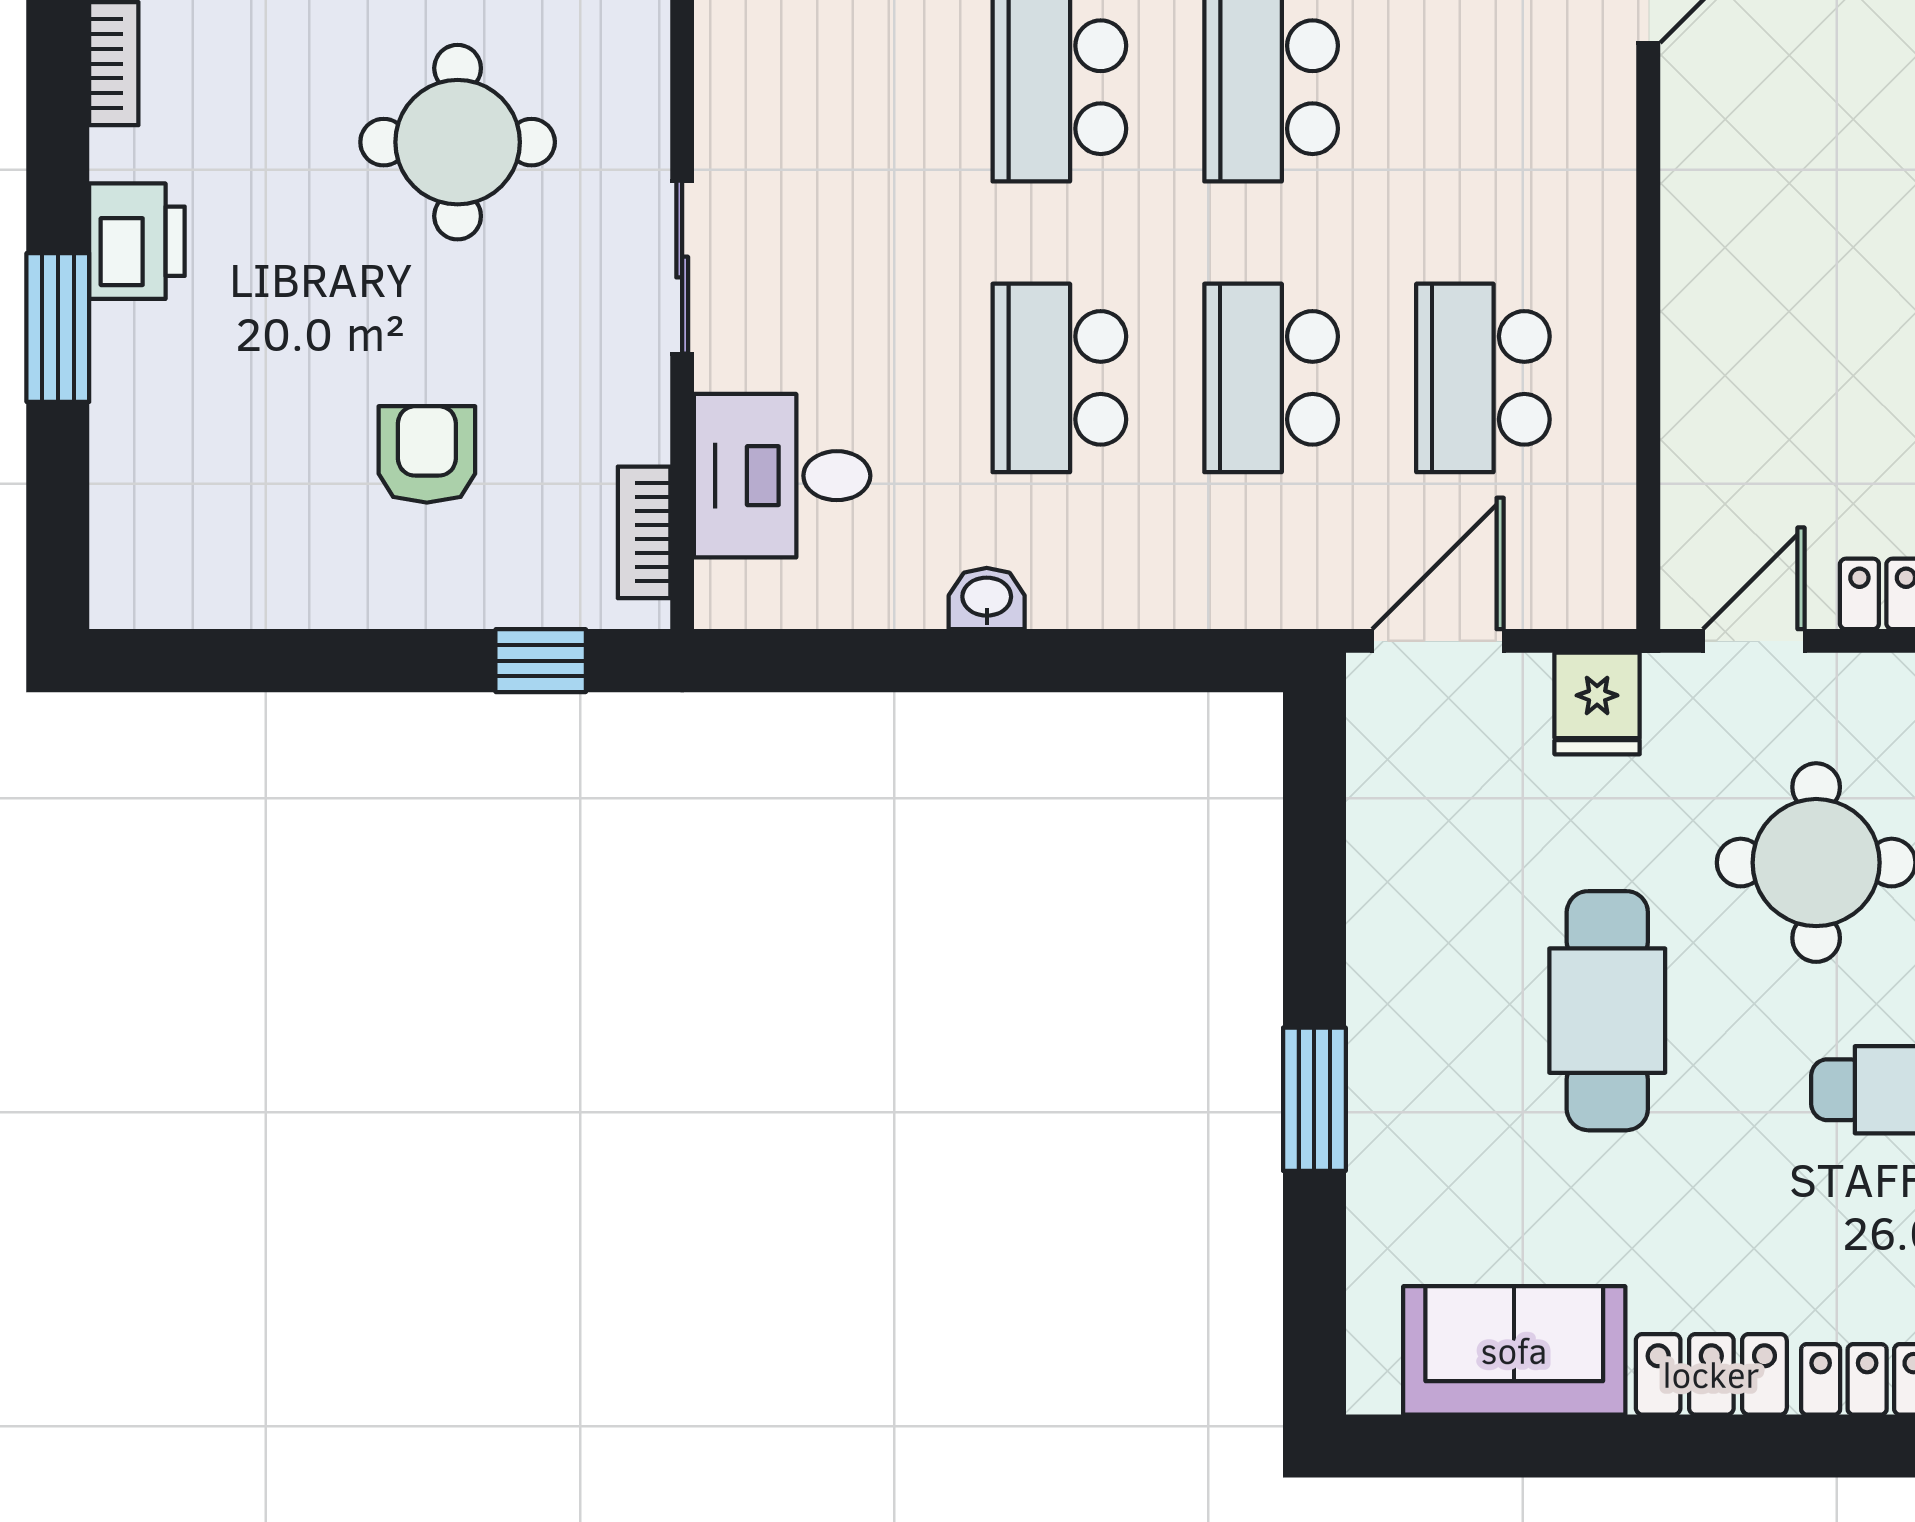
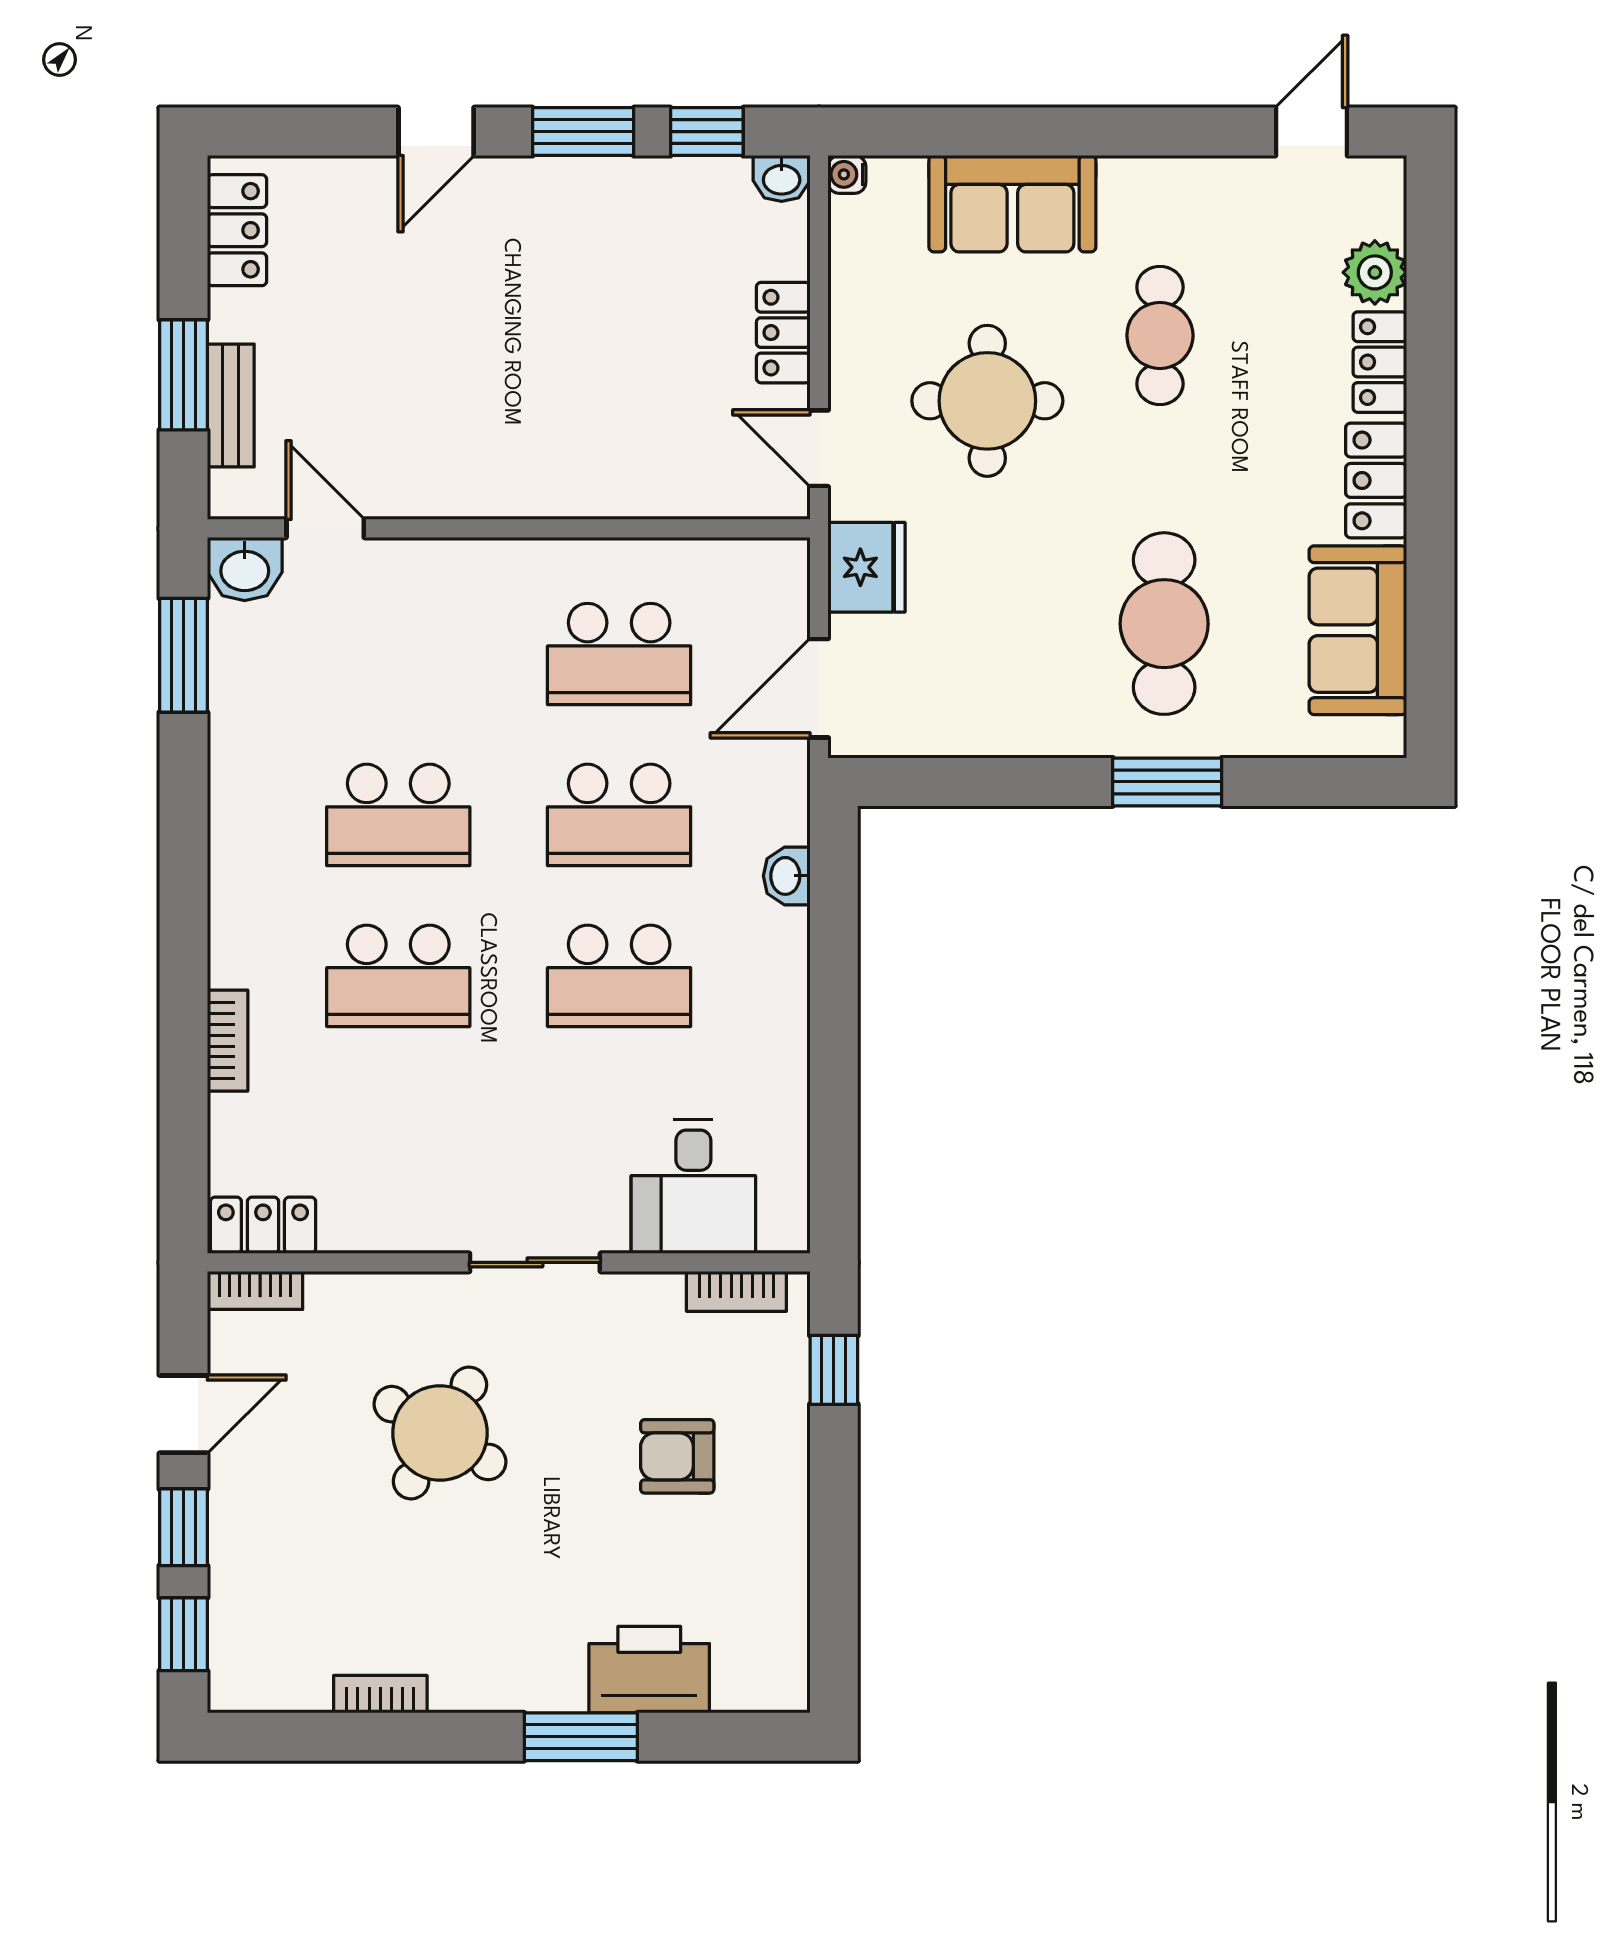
round table: (458, 142) -> (440, 1433), turned 31
printer: (137, 241) -> (649, 1670), moved, width x1.37, depth x1.19
washbasin: (987, 598) -> (787, 876), moved
door: (1438, 641) -> (819, 688), hinge flipped
fridge: (1597, 704) -> (867, 567), width x1.38
cafe table: (1607, 1011) -> (1164, 624), moved, turned 90

